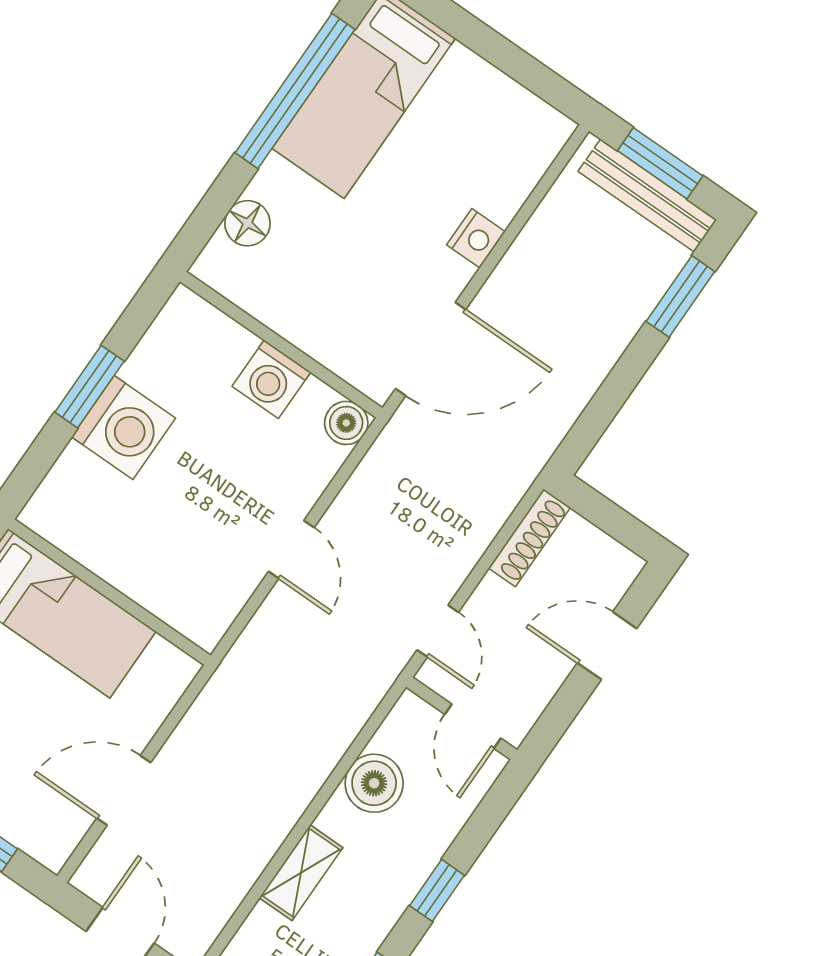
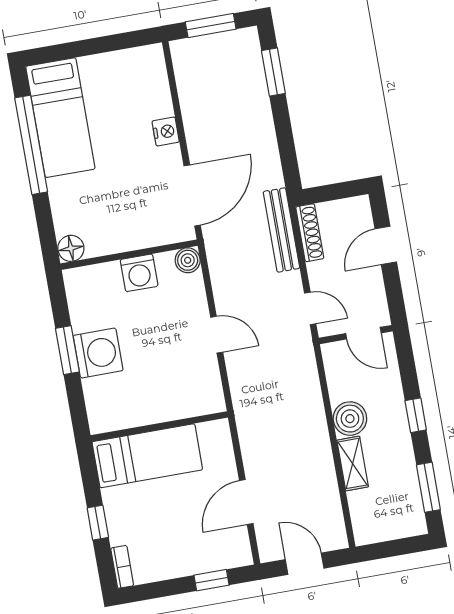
bench: (647, 196) -> (281, 230), moved, turned 90
floor lamp: (247, 223) -> (71, 248), moved
boiler: (374, 783) -> (350, 419), moved

